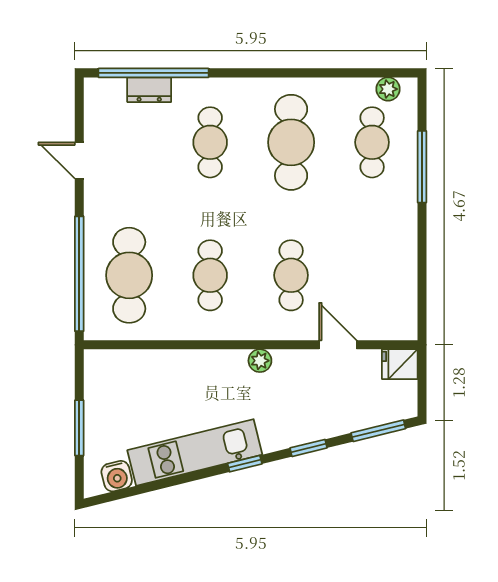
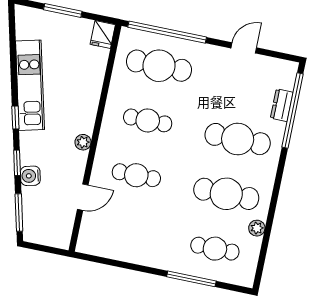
plant: (388, 89) -> (257, 228), moved
cafe table: (210, 142) -> (238, 139), width x1.37, depth x1.35
fridge: (400, 364) -> (103, 34), moved, turned 180
water cooler: (117, 476) -> (30, 176), moved

